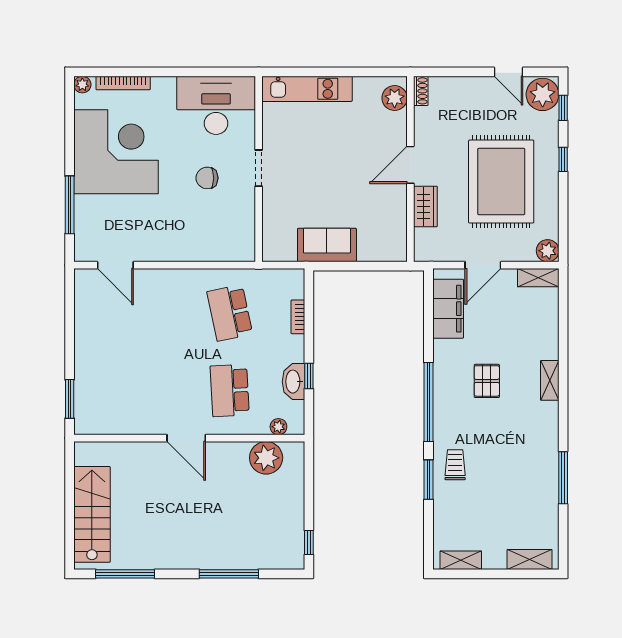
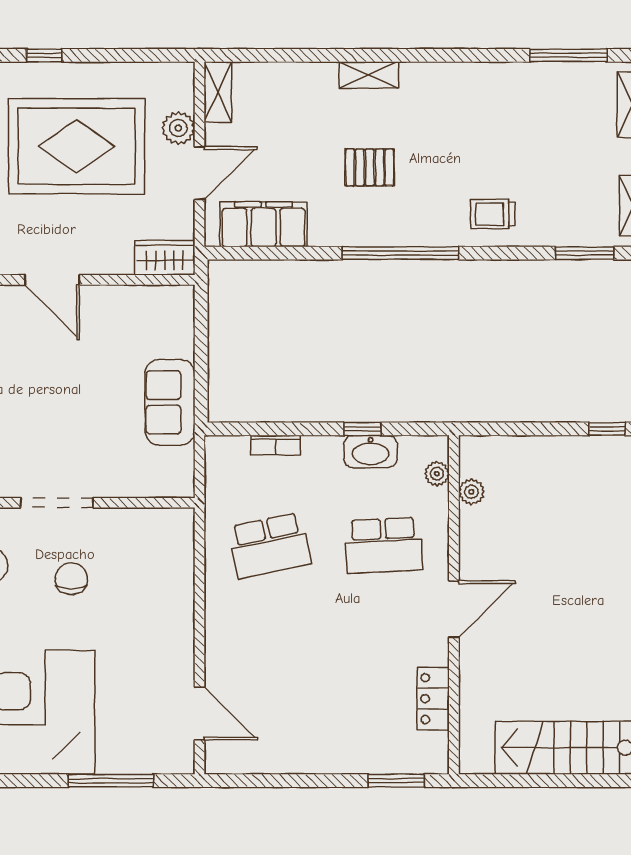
doorway: (259, 168) -> (57, 503), width x1.38
chair: (207, 178) -> (71, 579), turned 180
wardrobe: (425, 206) -> (165, 258), moved
plant: (548, 251) -> (178, 128), moved
door: (115, 265) -> (199, 713), hinge flipped
door: (483, 265) -> (199, 173), hinge flipped
locker: (125, 424) -> (433, 699), added
plant: (266, 458) -> (471, 492), width x0.53, depth x0.53
window: (563, 478) -> (568, 55), moved
window: (428, 480) -> (585, 253), moved

